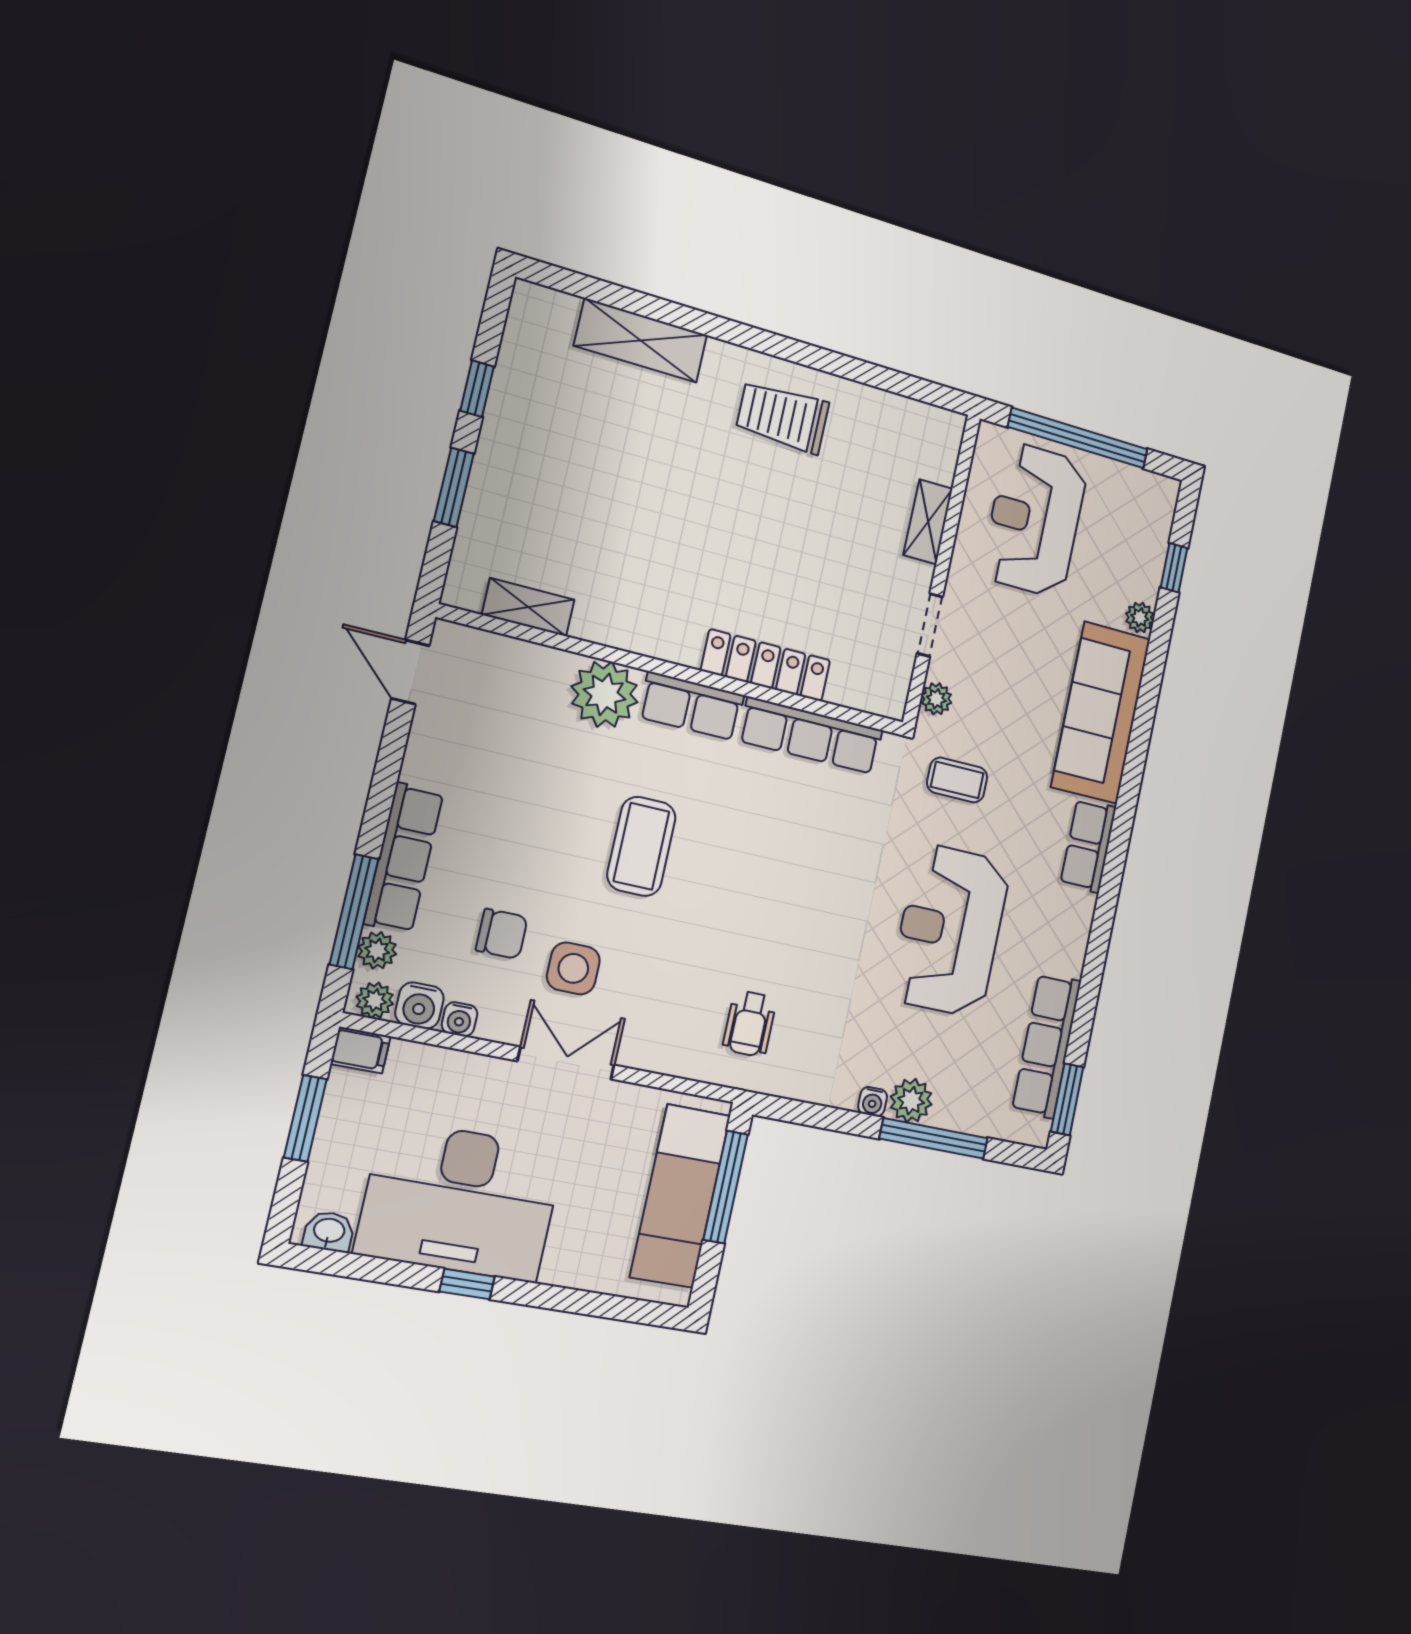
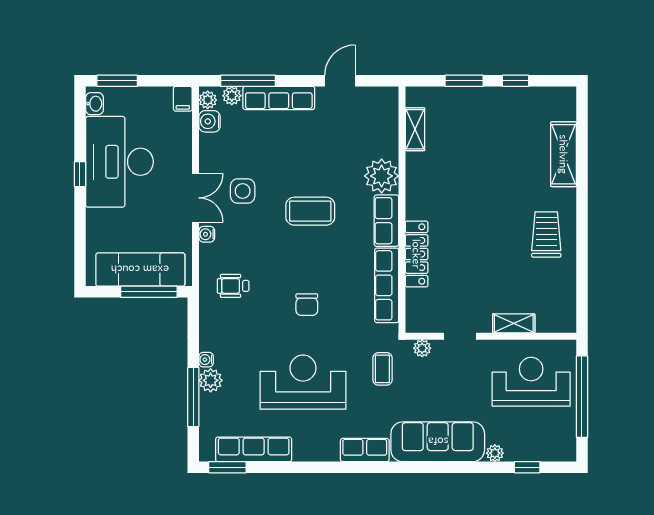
door: (410, 672) -> (340, 81), moved
chair: (502, 934) -> (307, 305), moved
water cooler: (459, 1019) -> (207, 234), moved
window: (305, 1118) -> (117, 81), moved

